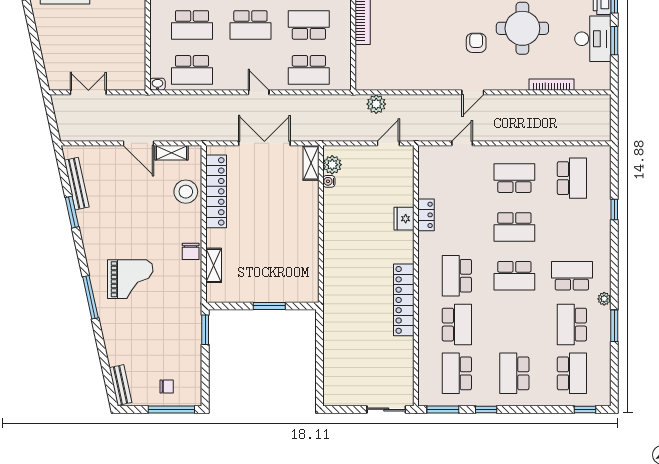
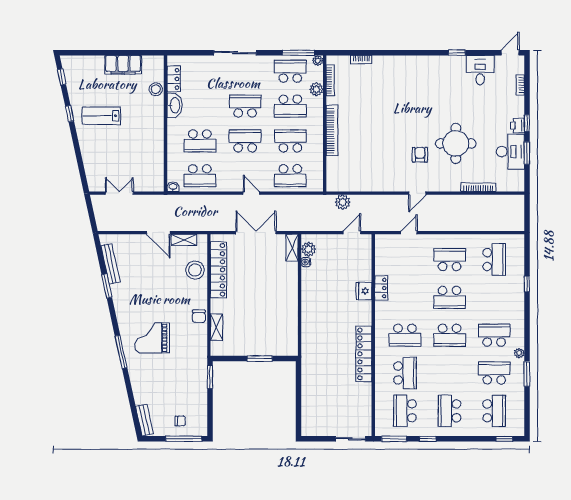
school desk: (250, 25) -> (245, 141), turned 180
school desk: (457, 276) -> (405, 335), turned -90
grand piano: (130, 279) -> (152, 338), turned 180
school desk: (572, 325) -> (494, 373), turned 90

